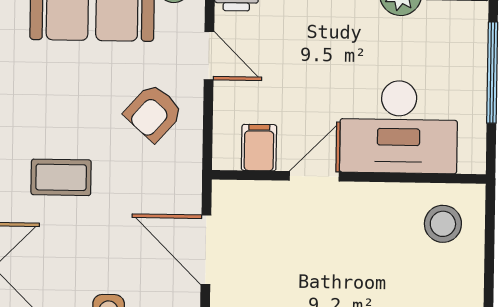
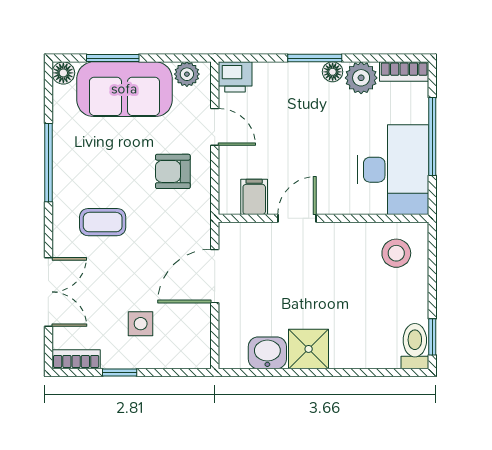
armchair: (154, 113) -> (173, 171), turned 48
desk: (399, 127) -> (393, 170), moved, turned -90
door: (206, 250) -> (215, 276), hinge flipped

